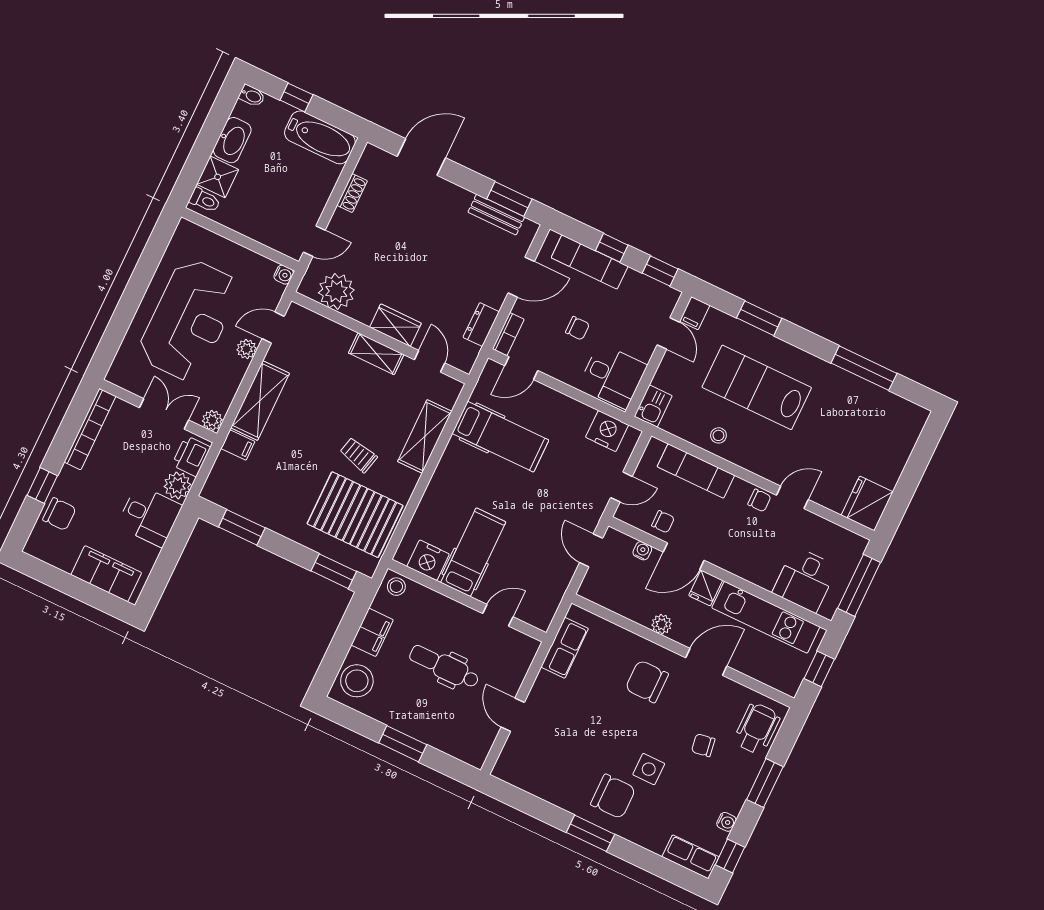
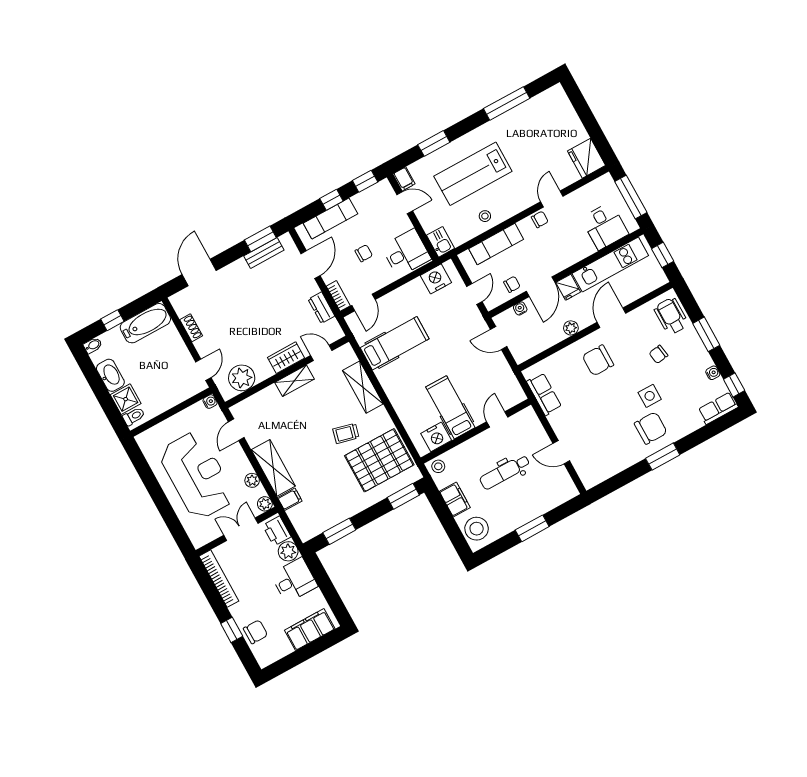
plant: (247, 349) -> (252, 480), moved

